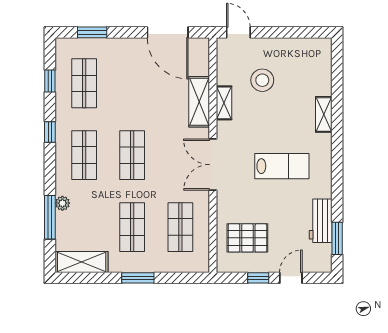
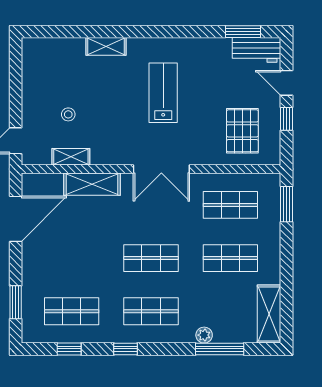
stool: (262, 80) -> (68, 114), width x0.53, depth x0.53
shelving: (224, 103) -> (71, 157), moved
workbench: (321, 221) -> (257, 50), moved
window: (138, 278) -> (286, 204), moved

